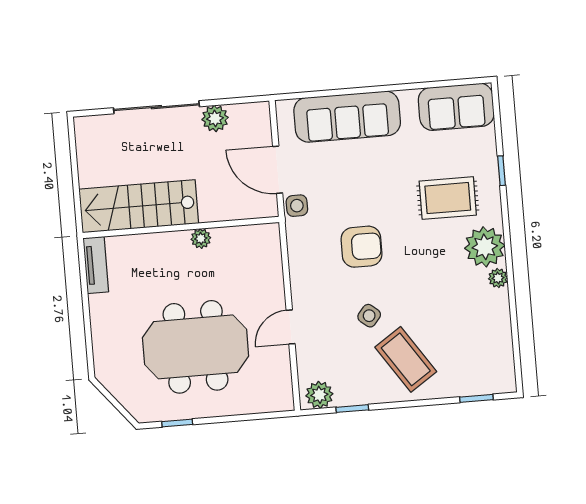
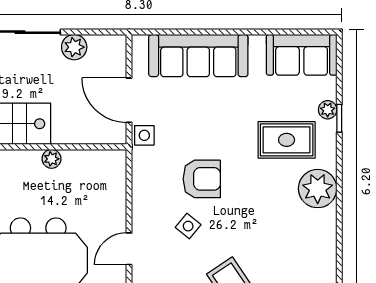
plant: (498, 278) -> (328, 110), moved
side table: (369, 316) -> (188, 226), moved

